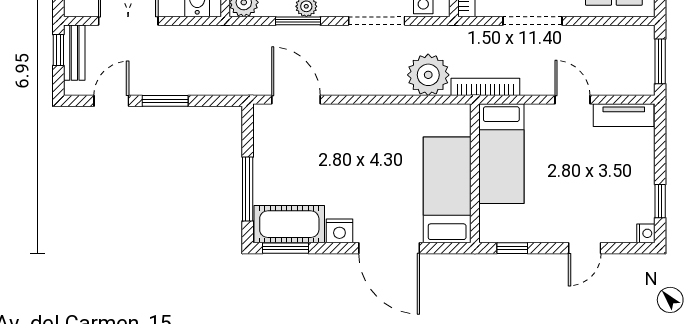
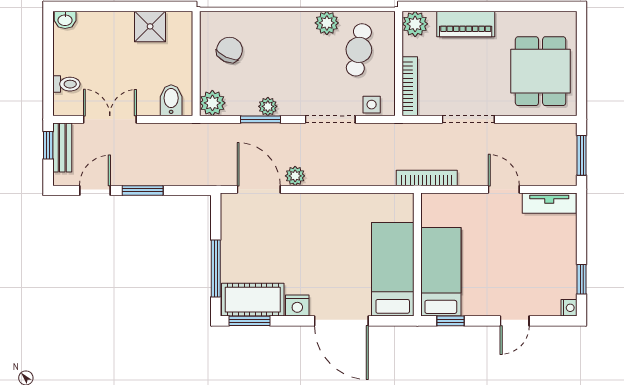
plant: (428, 75) -> (295, 176), moved, width x0.53, depth x0.53
bed: (501, 154) -> (441, 272), moved, turned 180

